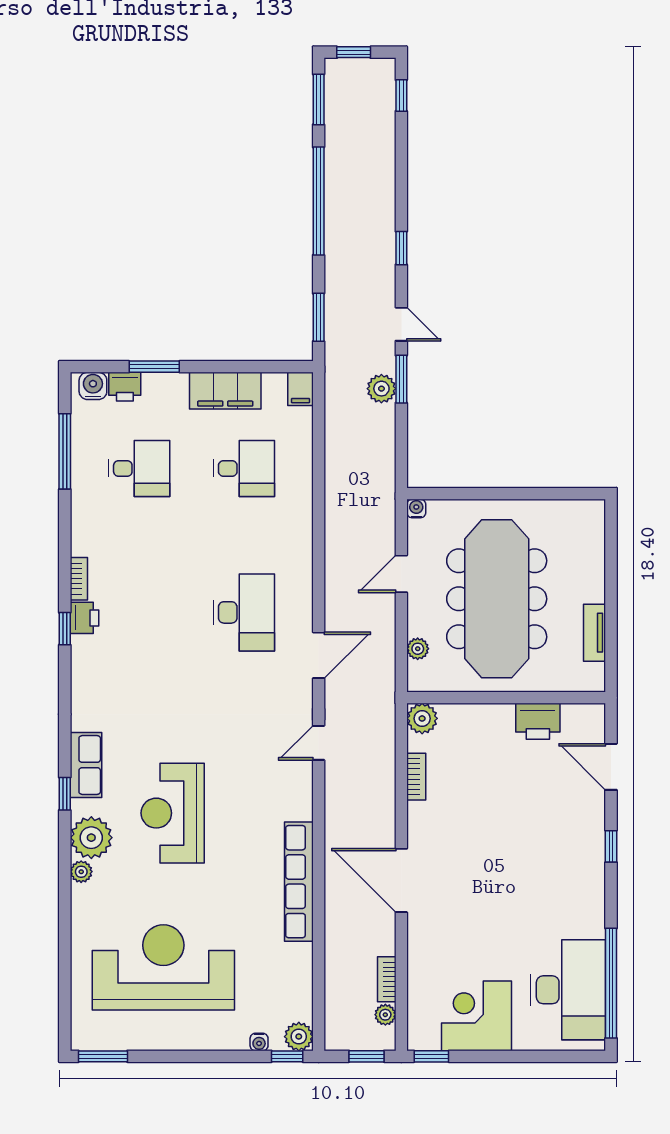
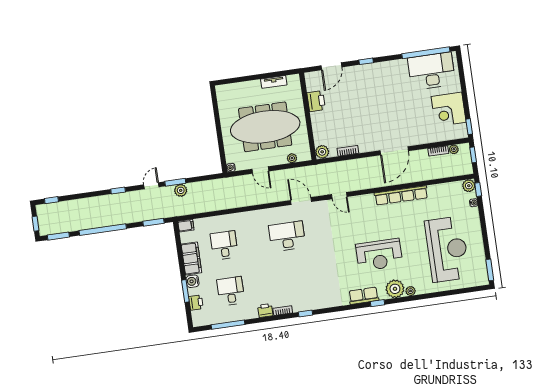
water cooler: (93, 386) -> (193, 281), moved
printer: (84, 618) -> (265, 311), moved
reception desk: (163, 967) -> (447, 249), turned 180

